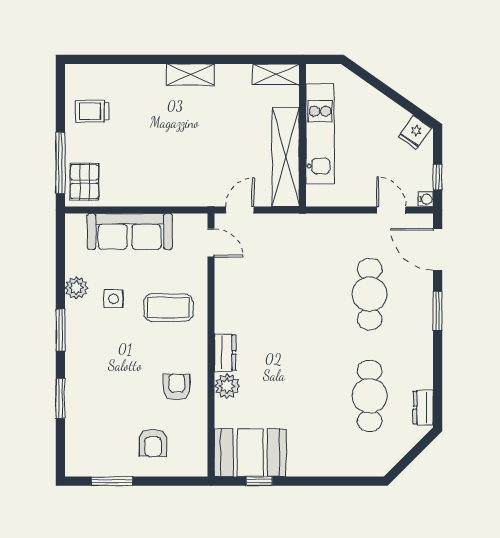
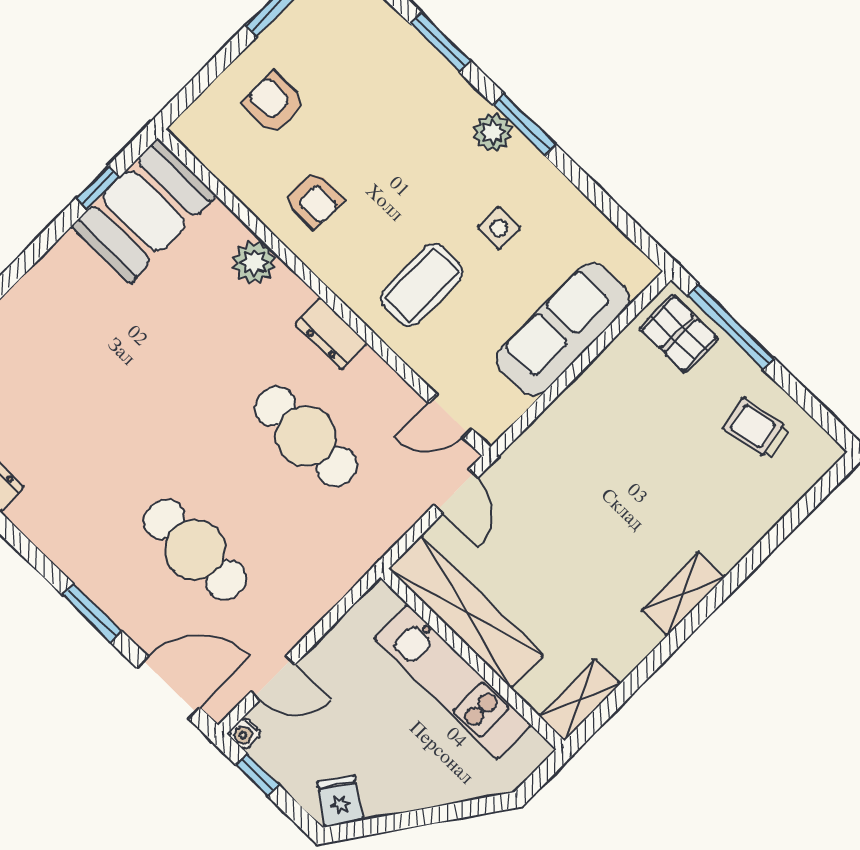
trolley: (92, 111) -> (756, 428), turned -101
plant: (76, 288) -> (493, 132), moved
dresser: (225, 353) -> (331, 334), moved
cafe table: (370, 396) -> (306, 436), moved

